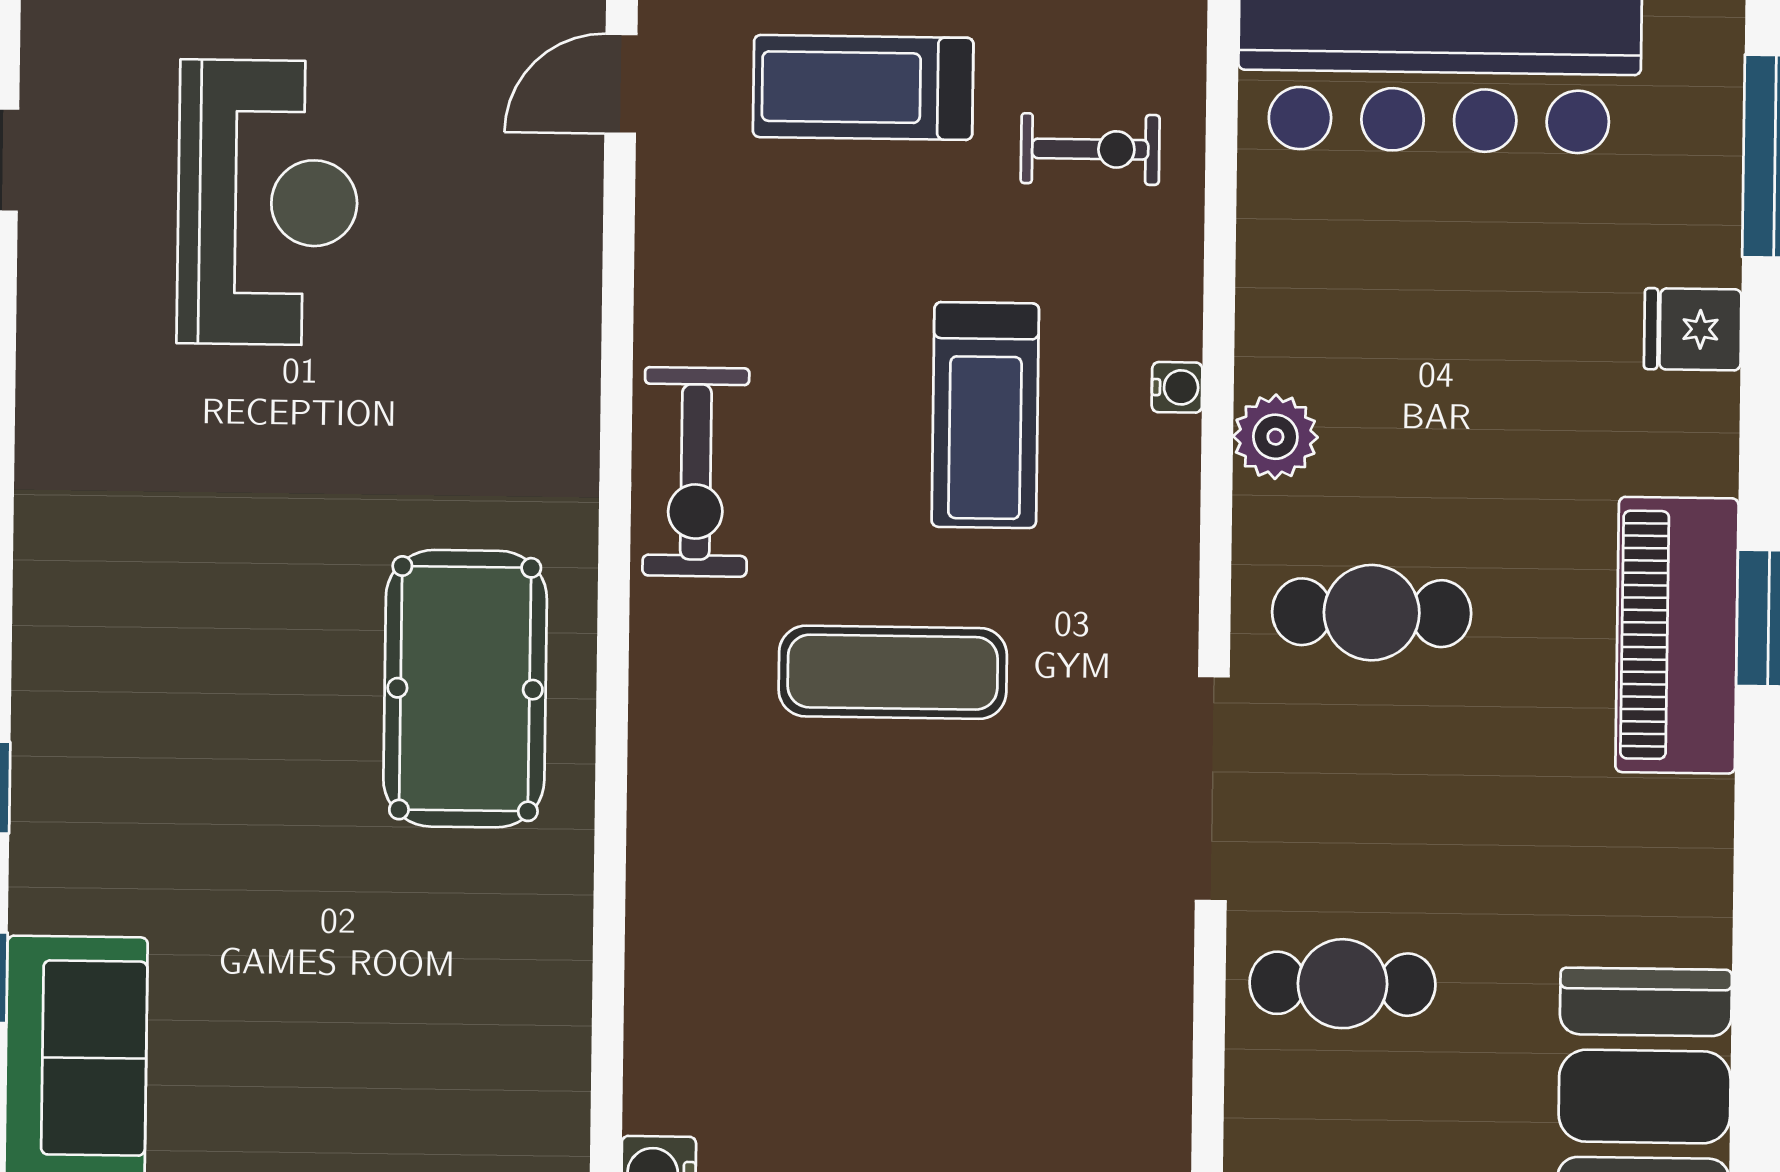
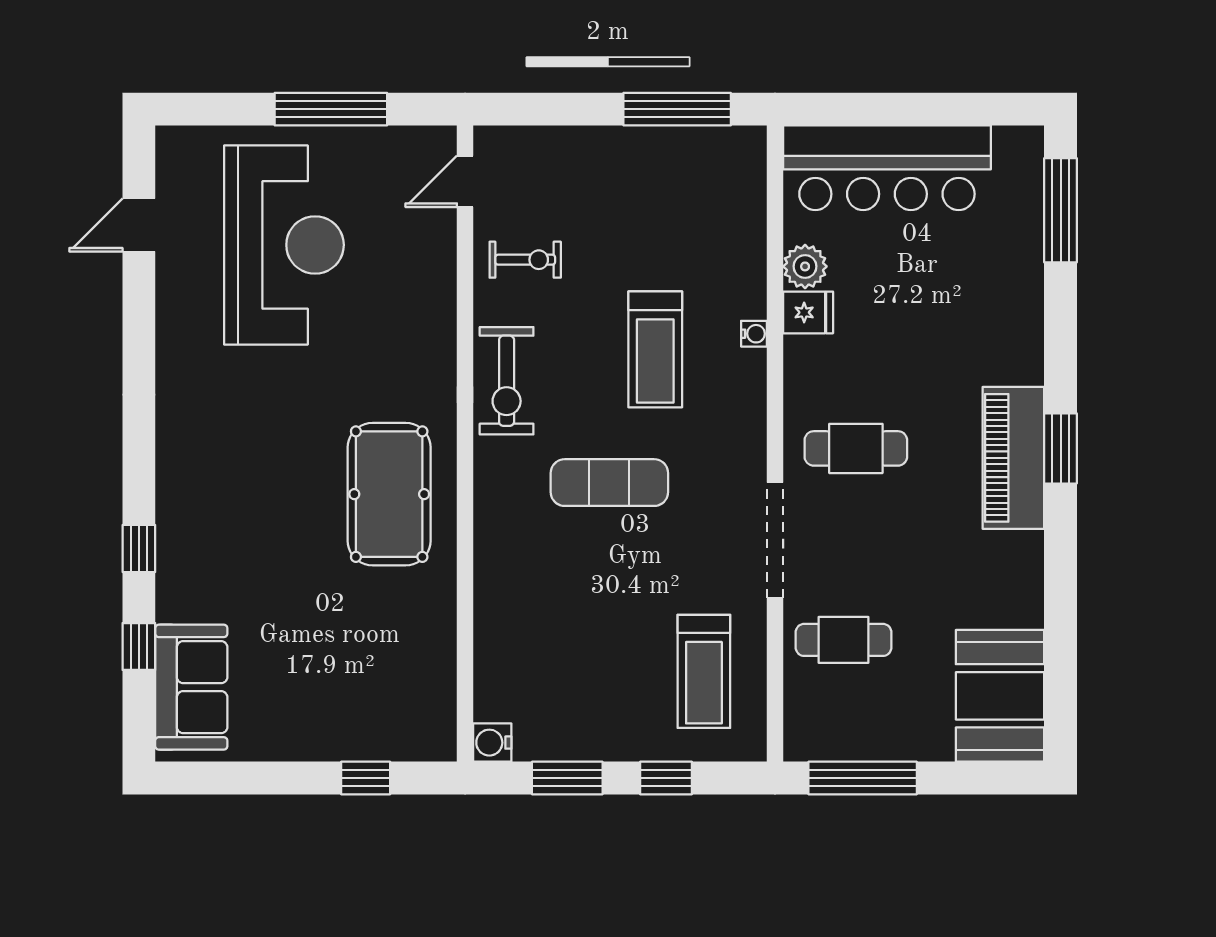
treadmill: (863, 87) -> (704, 671), moved, turned -90
exercise bike: (1090, 149) -> (525, 260), moved
reception desk: (268, 202) -> (284, 245), width x1.36, depth x1.30
fridge: (1693, 329) -> (808, 312), moved, turned 180
plant: (1275, 437) -> (805, 266), moved

